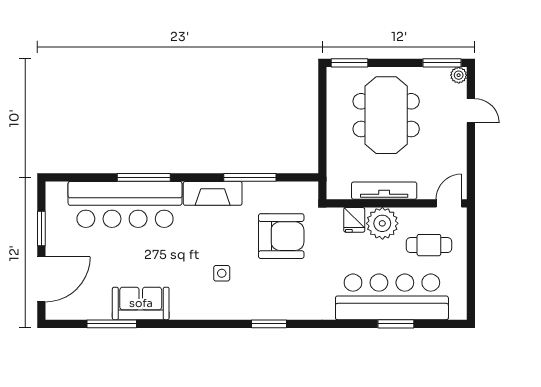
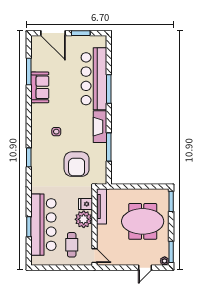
tv unit: (384, 191) -> (101, 206), moved

